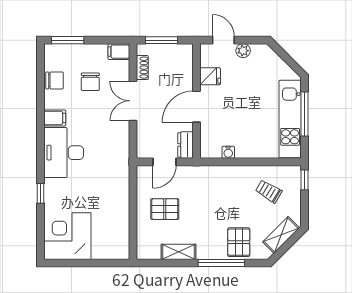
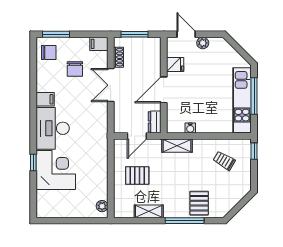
chair: (55, 80) -> (49, 53), moved
shelving: (281, 235) -> (177, 146), moved, turned 45
corner desk: (67, 236) -> (56, 170), moved, turned 90
plant: (123, 246) -> (102, 206), added

